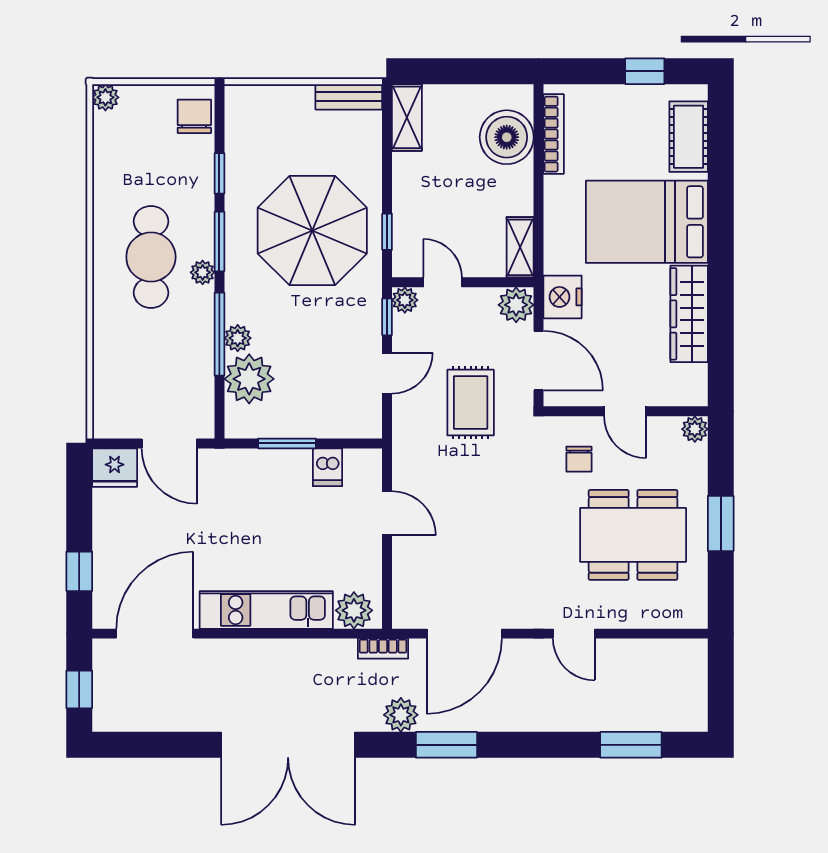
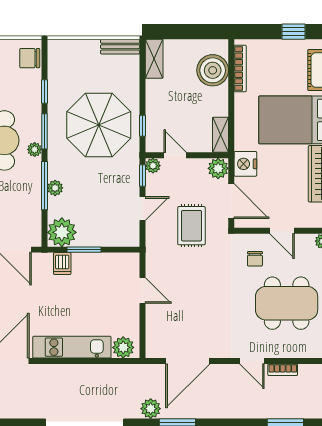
chair: (194, 116) -> (30, 58), turned -90
plant: (249, 379) -> (62, 232), moved
dishwasher: (327, 467) -> (62, 264), moved
bookcase: (383, 649) -> (283, 370), moved

